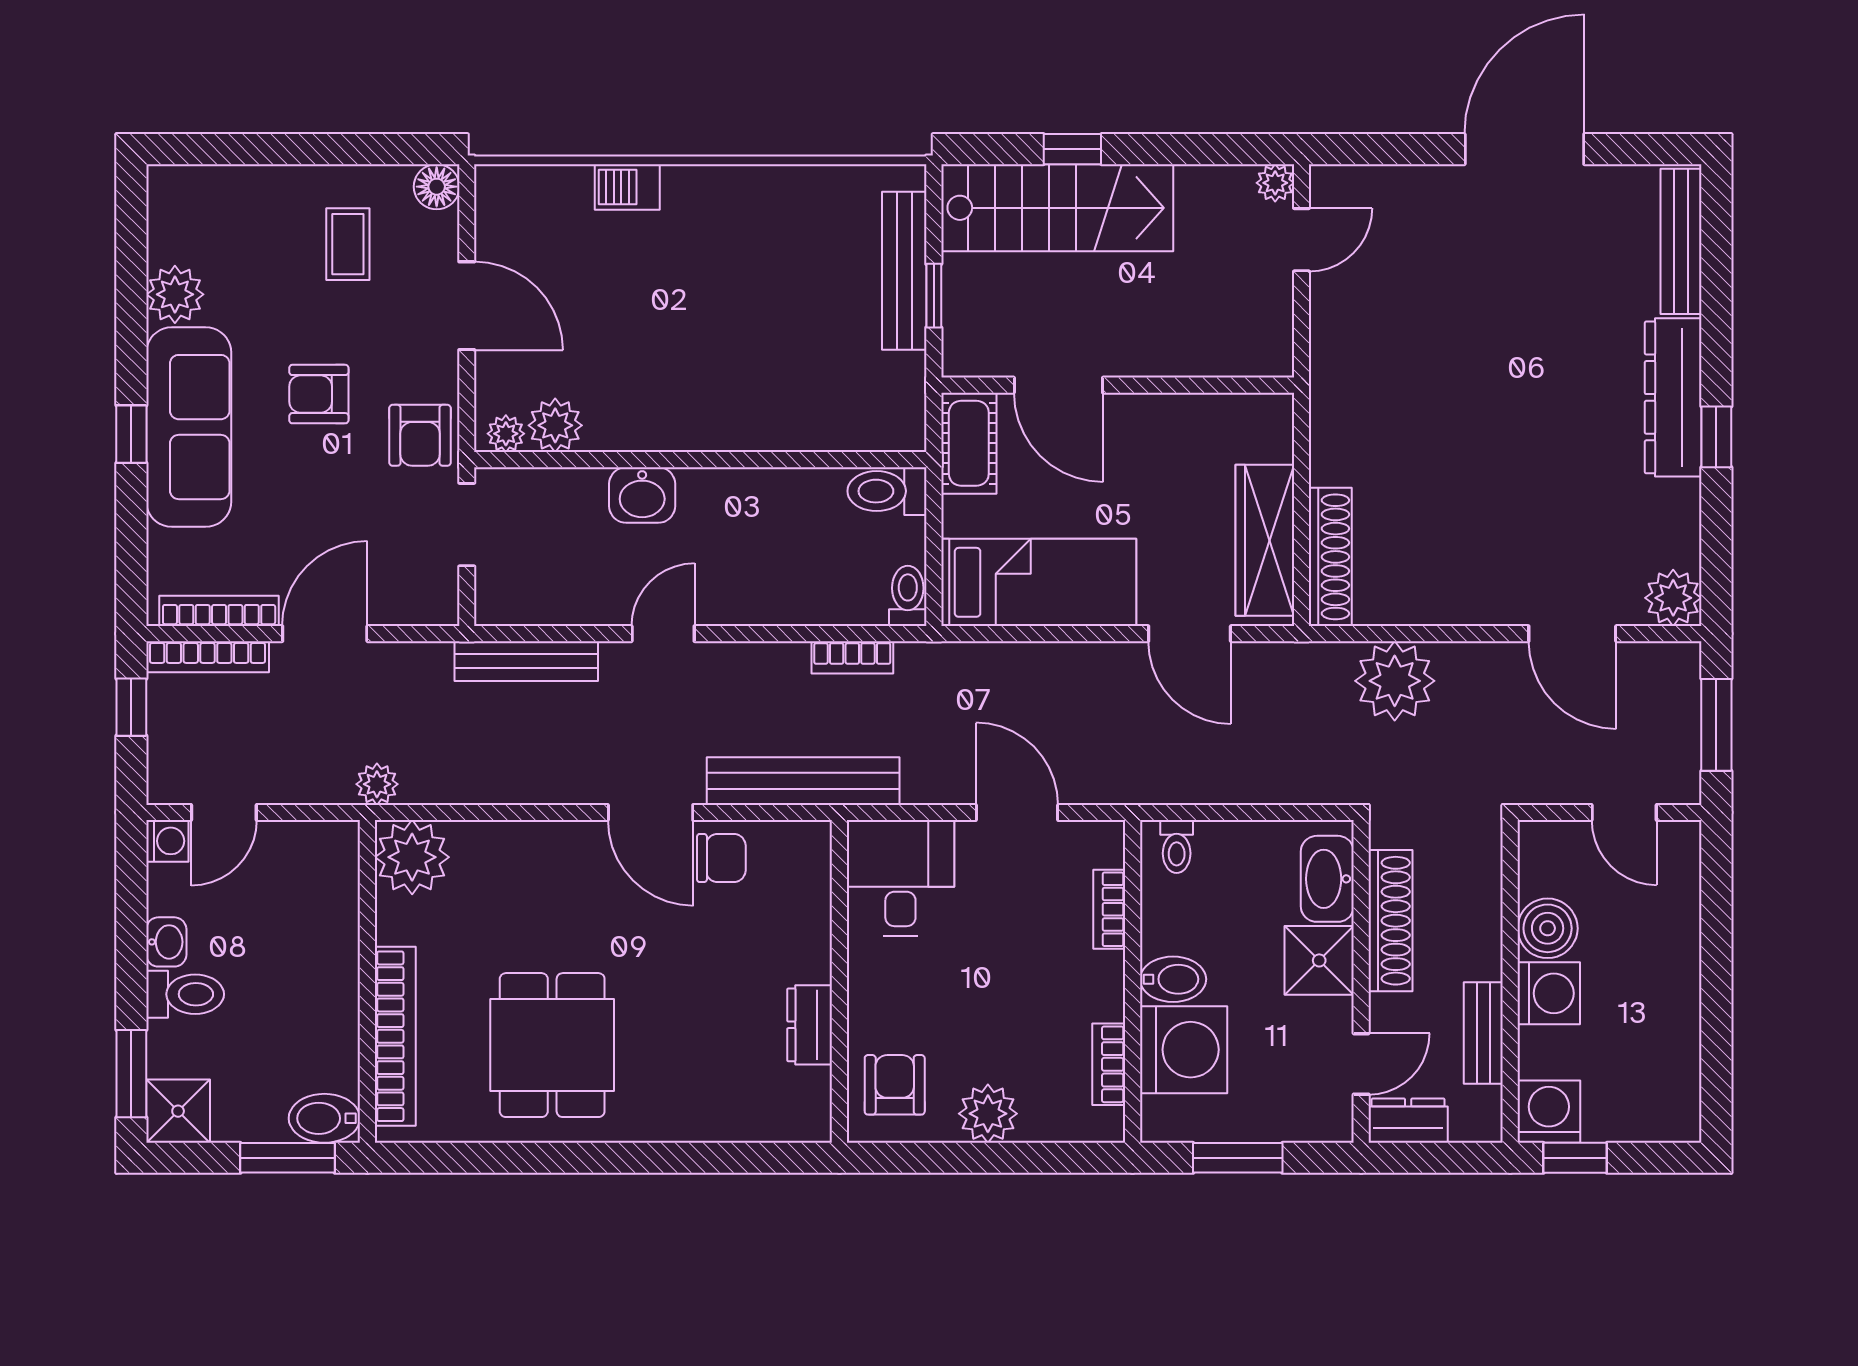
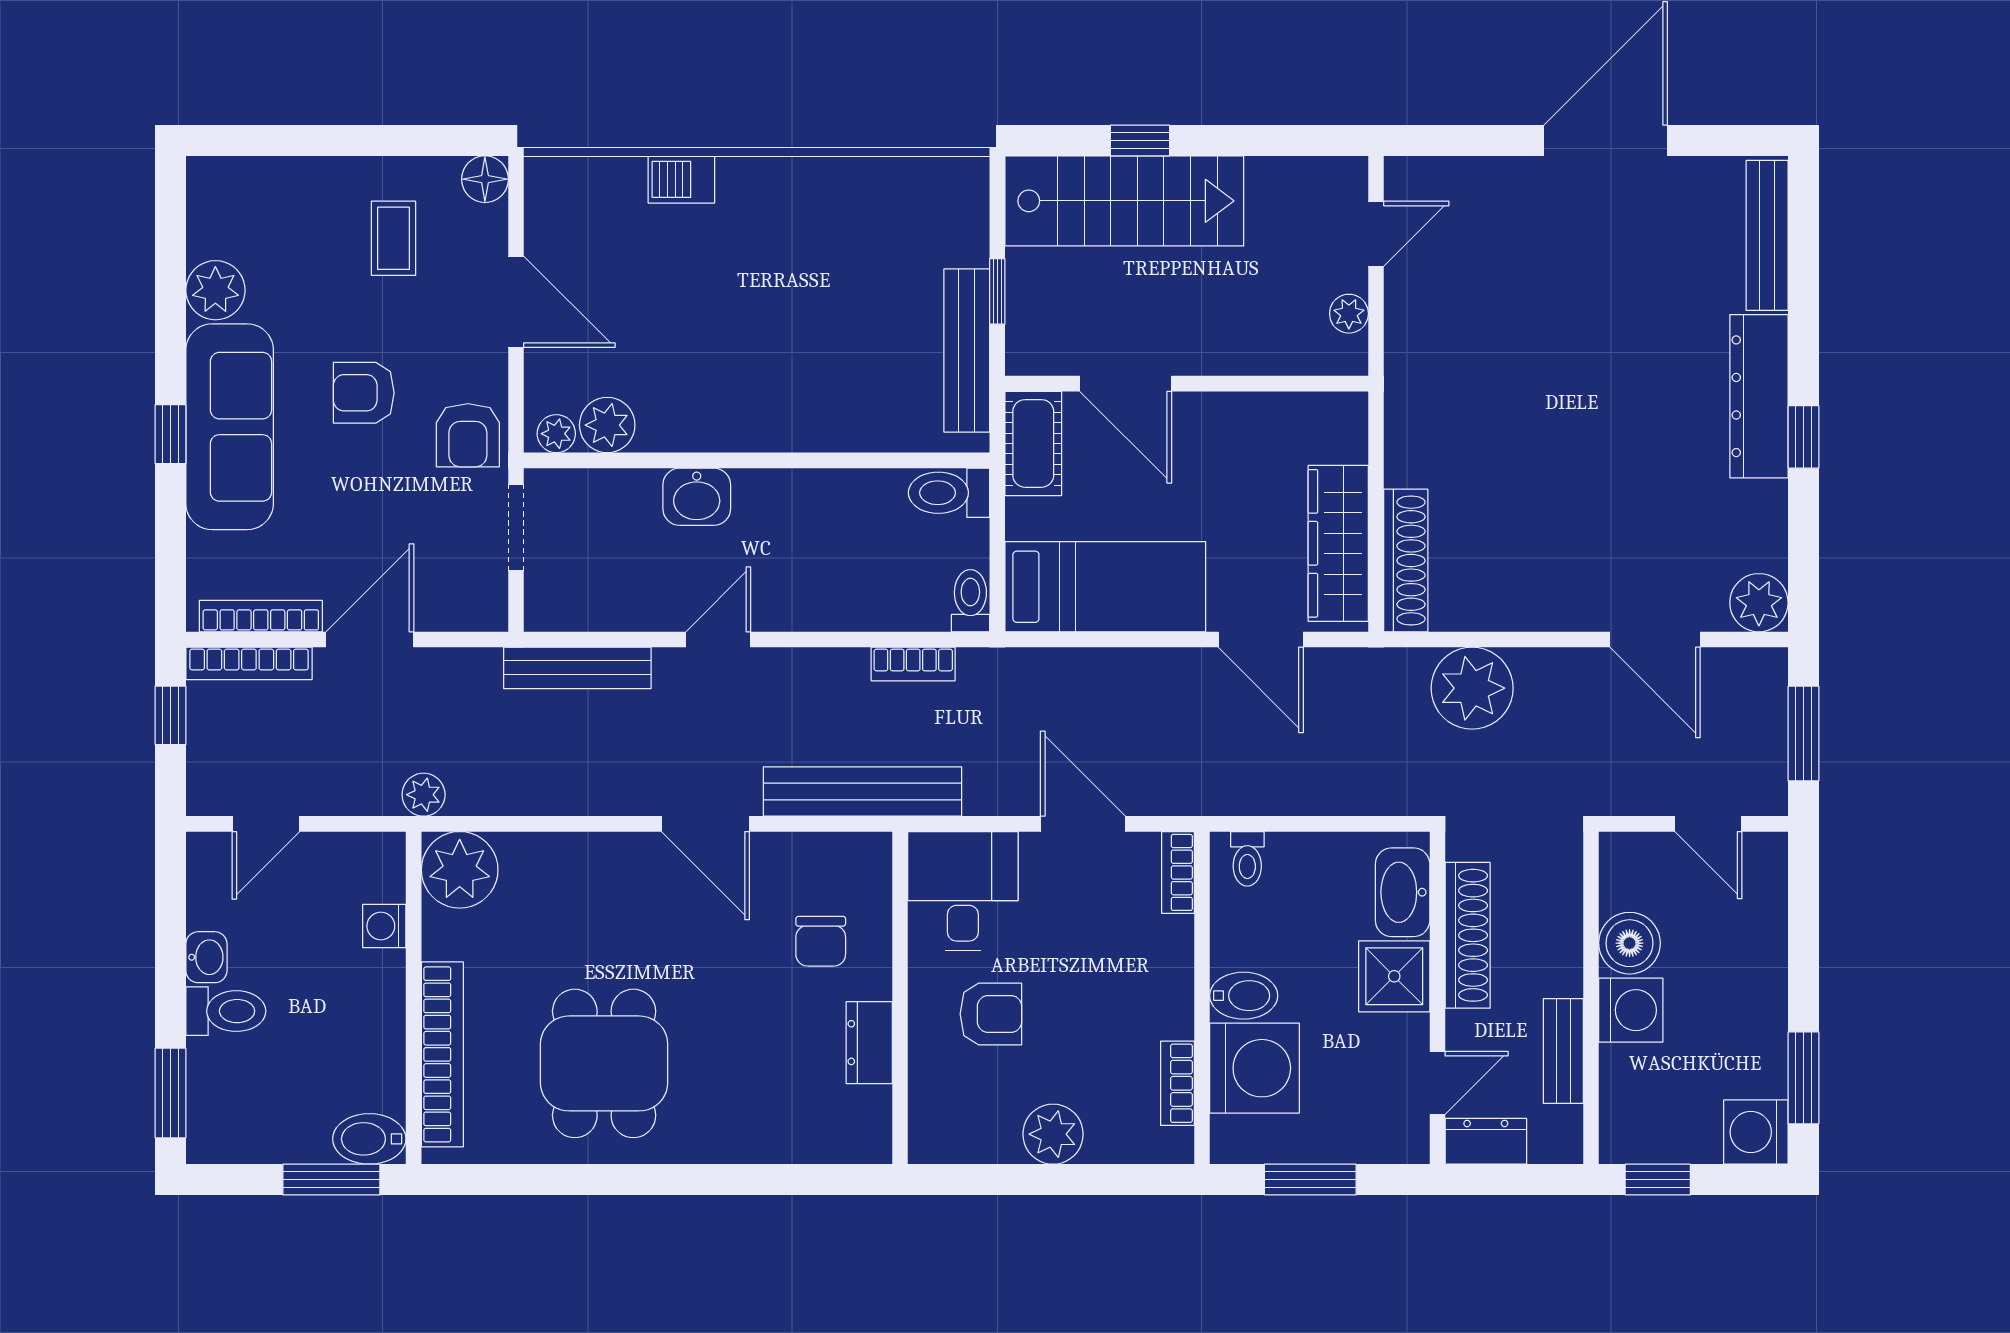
plant: (1275, 183) -> (1349, 314), moved
bench: (904, 271) -> (967, 351), moved
washing machine: (167, 841) -> (384, 926), moved, turned 180
chair: (721, 858) -> (821, 941), moved, turned 90
bookcase: (1109, 909) -> (1178, 872), moved
window: (1716, 1059) -> (1803, 1078), added
armchair: (895, 1085) -> (991, 1014), moved, turned 90
shower: (178, 1111) -> (219, 1131), removed
washing machine: (1549, 1112) -> (1756, 1132), moved, turned -90

